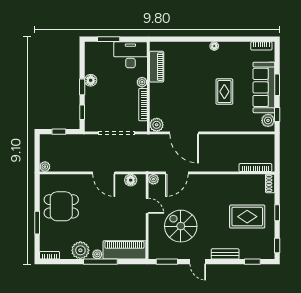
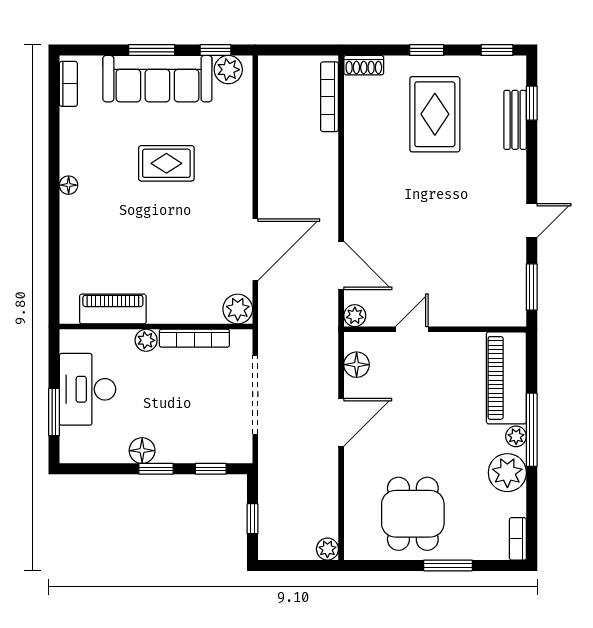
desk: (130, 55) -> (87, 389), moved
spiral stairs: (181, 226) -> (455, 257), removed
bench: (225, 254) -> (515, 120), moved

